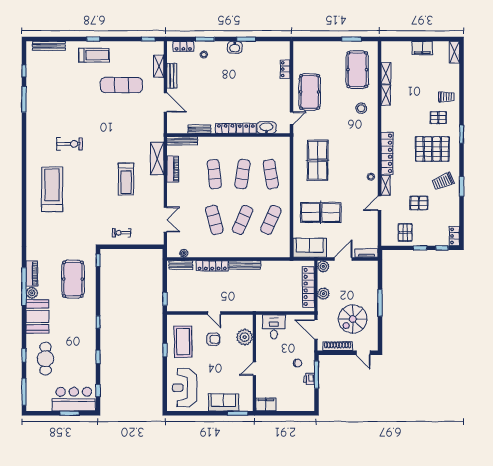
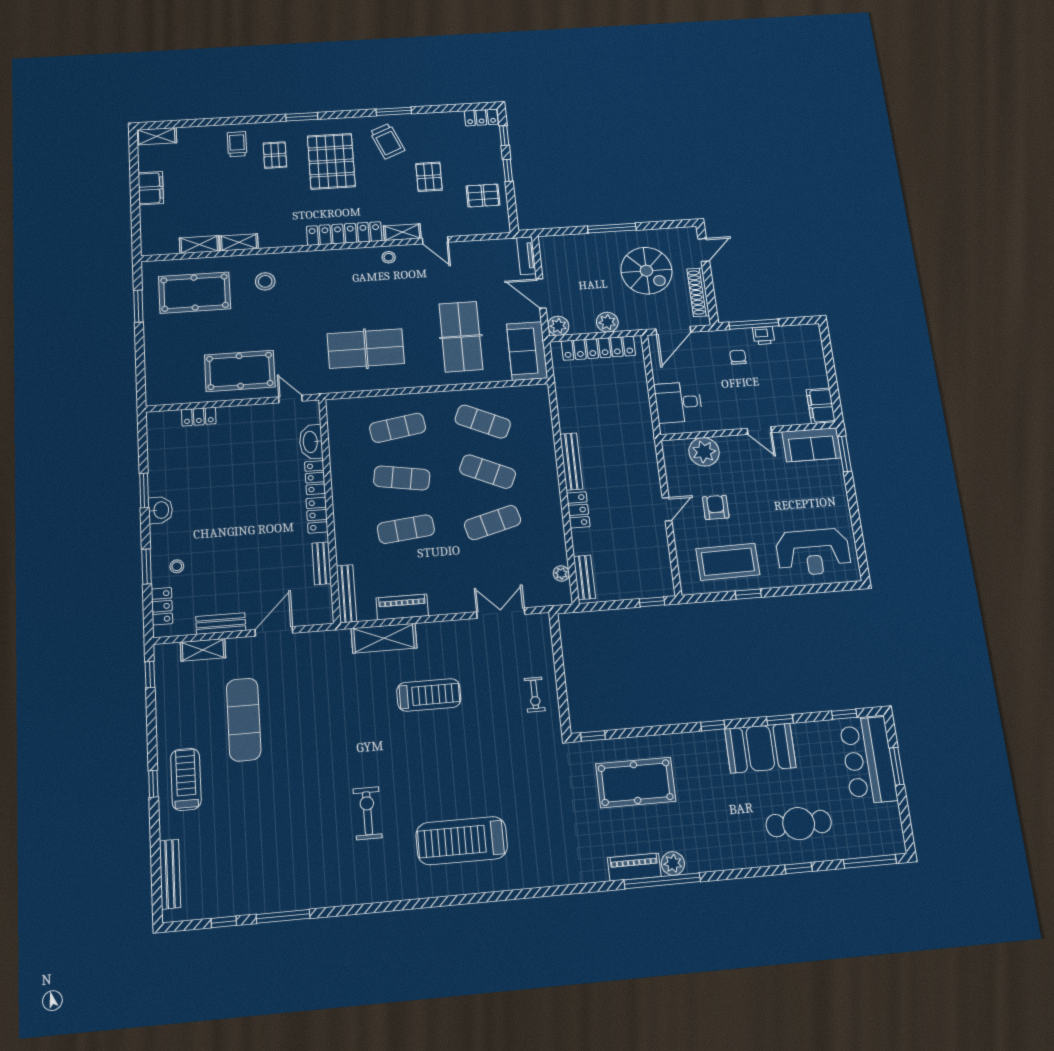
locker: (212, 266) -> (578, 510), width x0.66
booth: (37, 316) -> (760, 748), moved
sofa: (224, 402) -> (812, 445), moved, turned -90

